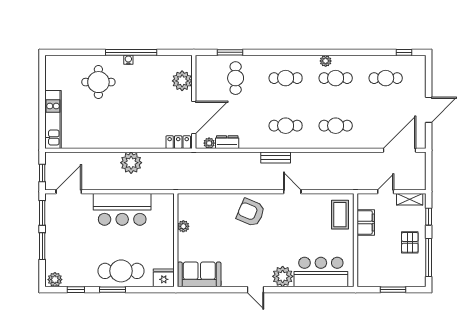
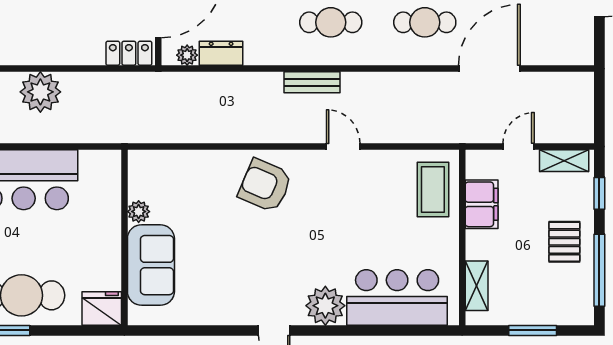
door: (400, 150) -> (489, 69), moved
shelving: (363, 266) -> (477, 286), added
sofa: (199, 274) -> (151, 265), moved, turned 90

